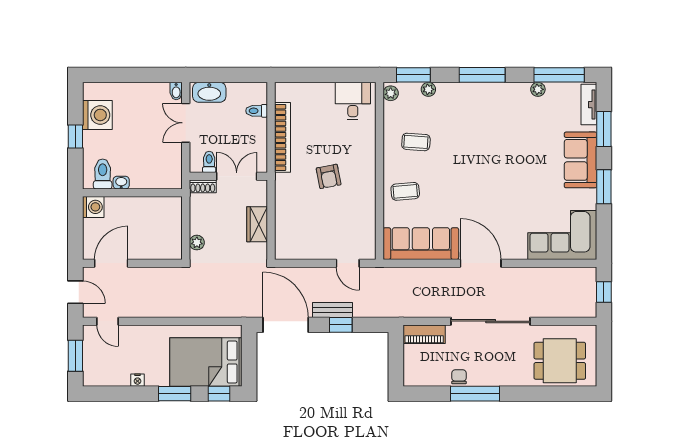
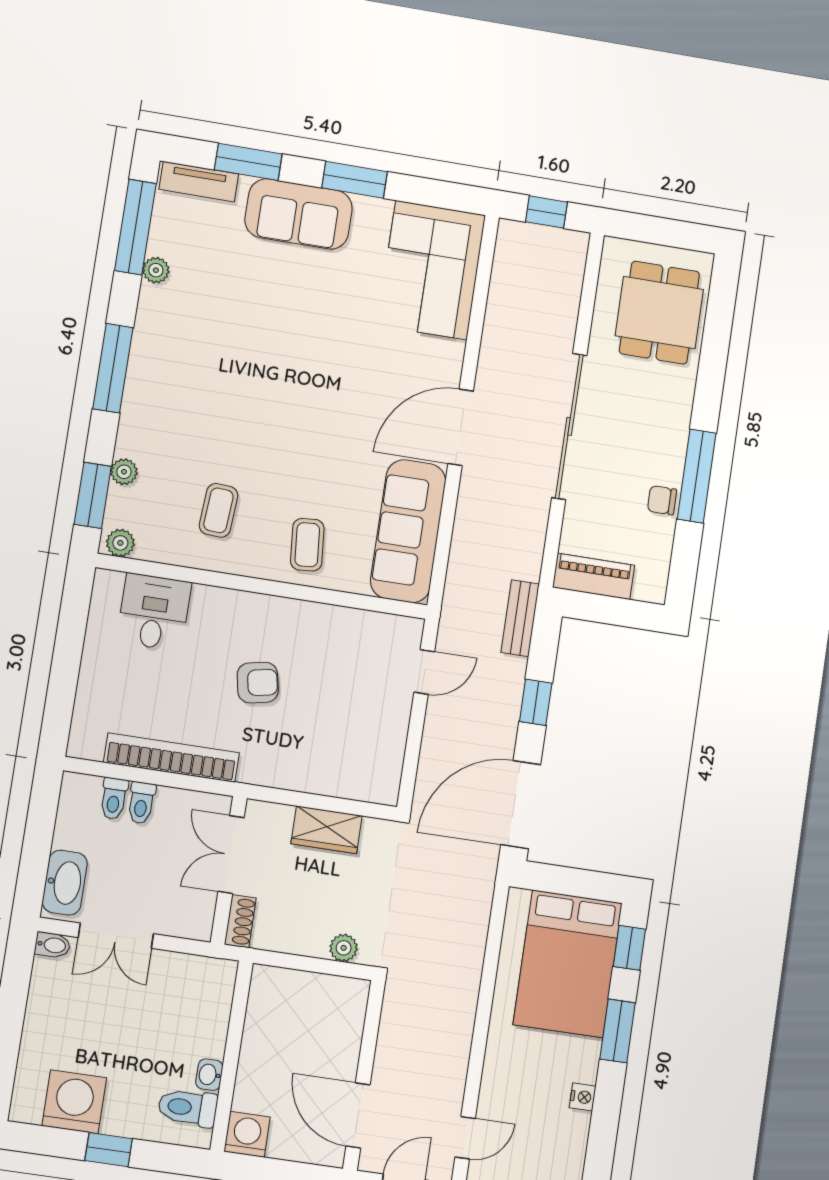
desk: (353, 101) -> (154, 612), moved, turned 90
toilet: (209, 162) -> (141, 803), moved, turned -90
bench: (332, 310) -> (520, 618), moved
piano: (424, 334) -> (594, 576), moved, turned -90

